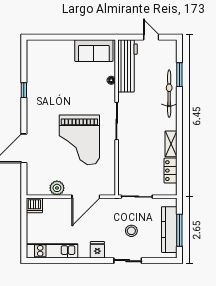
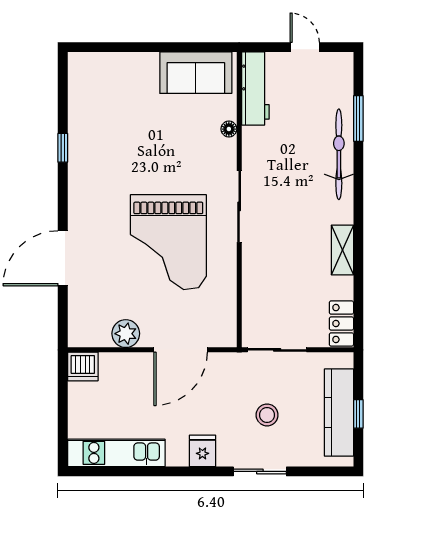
workbench: (128, 66) -> (255, 88), width x0.73, depth x0.76
locker: (171, 171) -> (341, 324), moved
window: (179, 230) -> (358, 414), width x0.46

